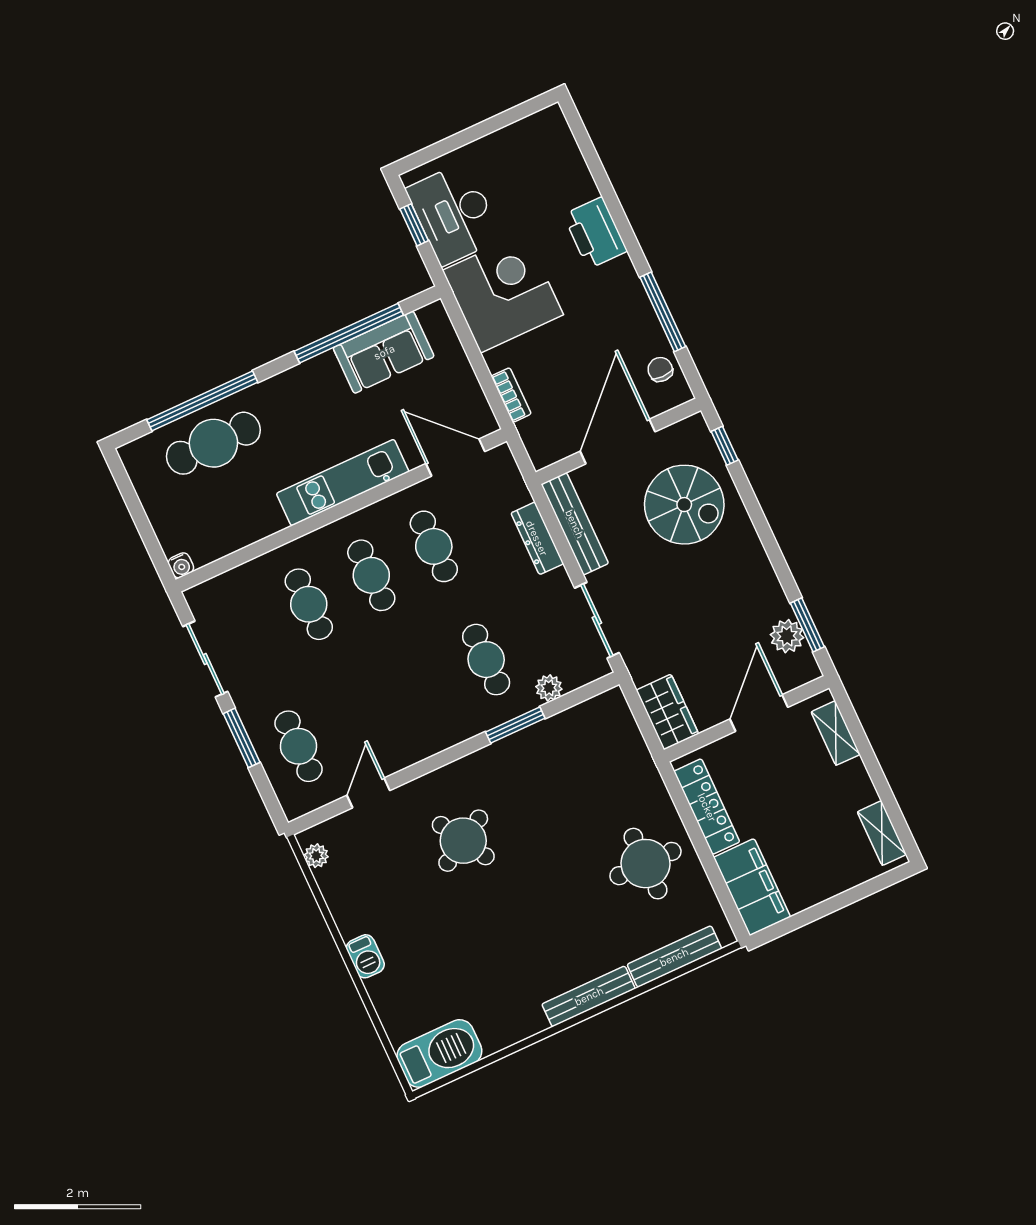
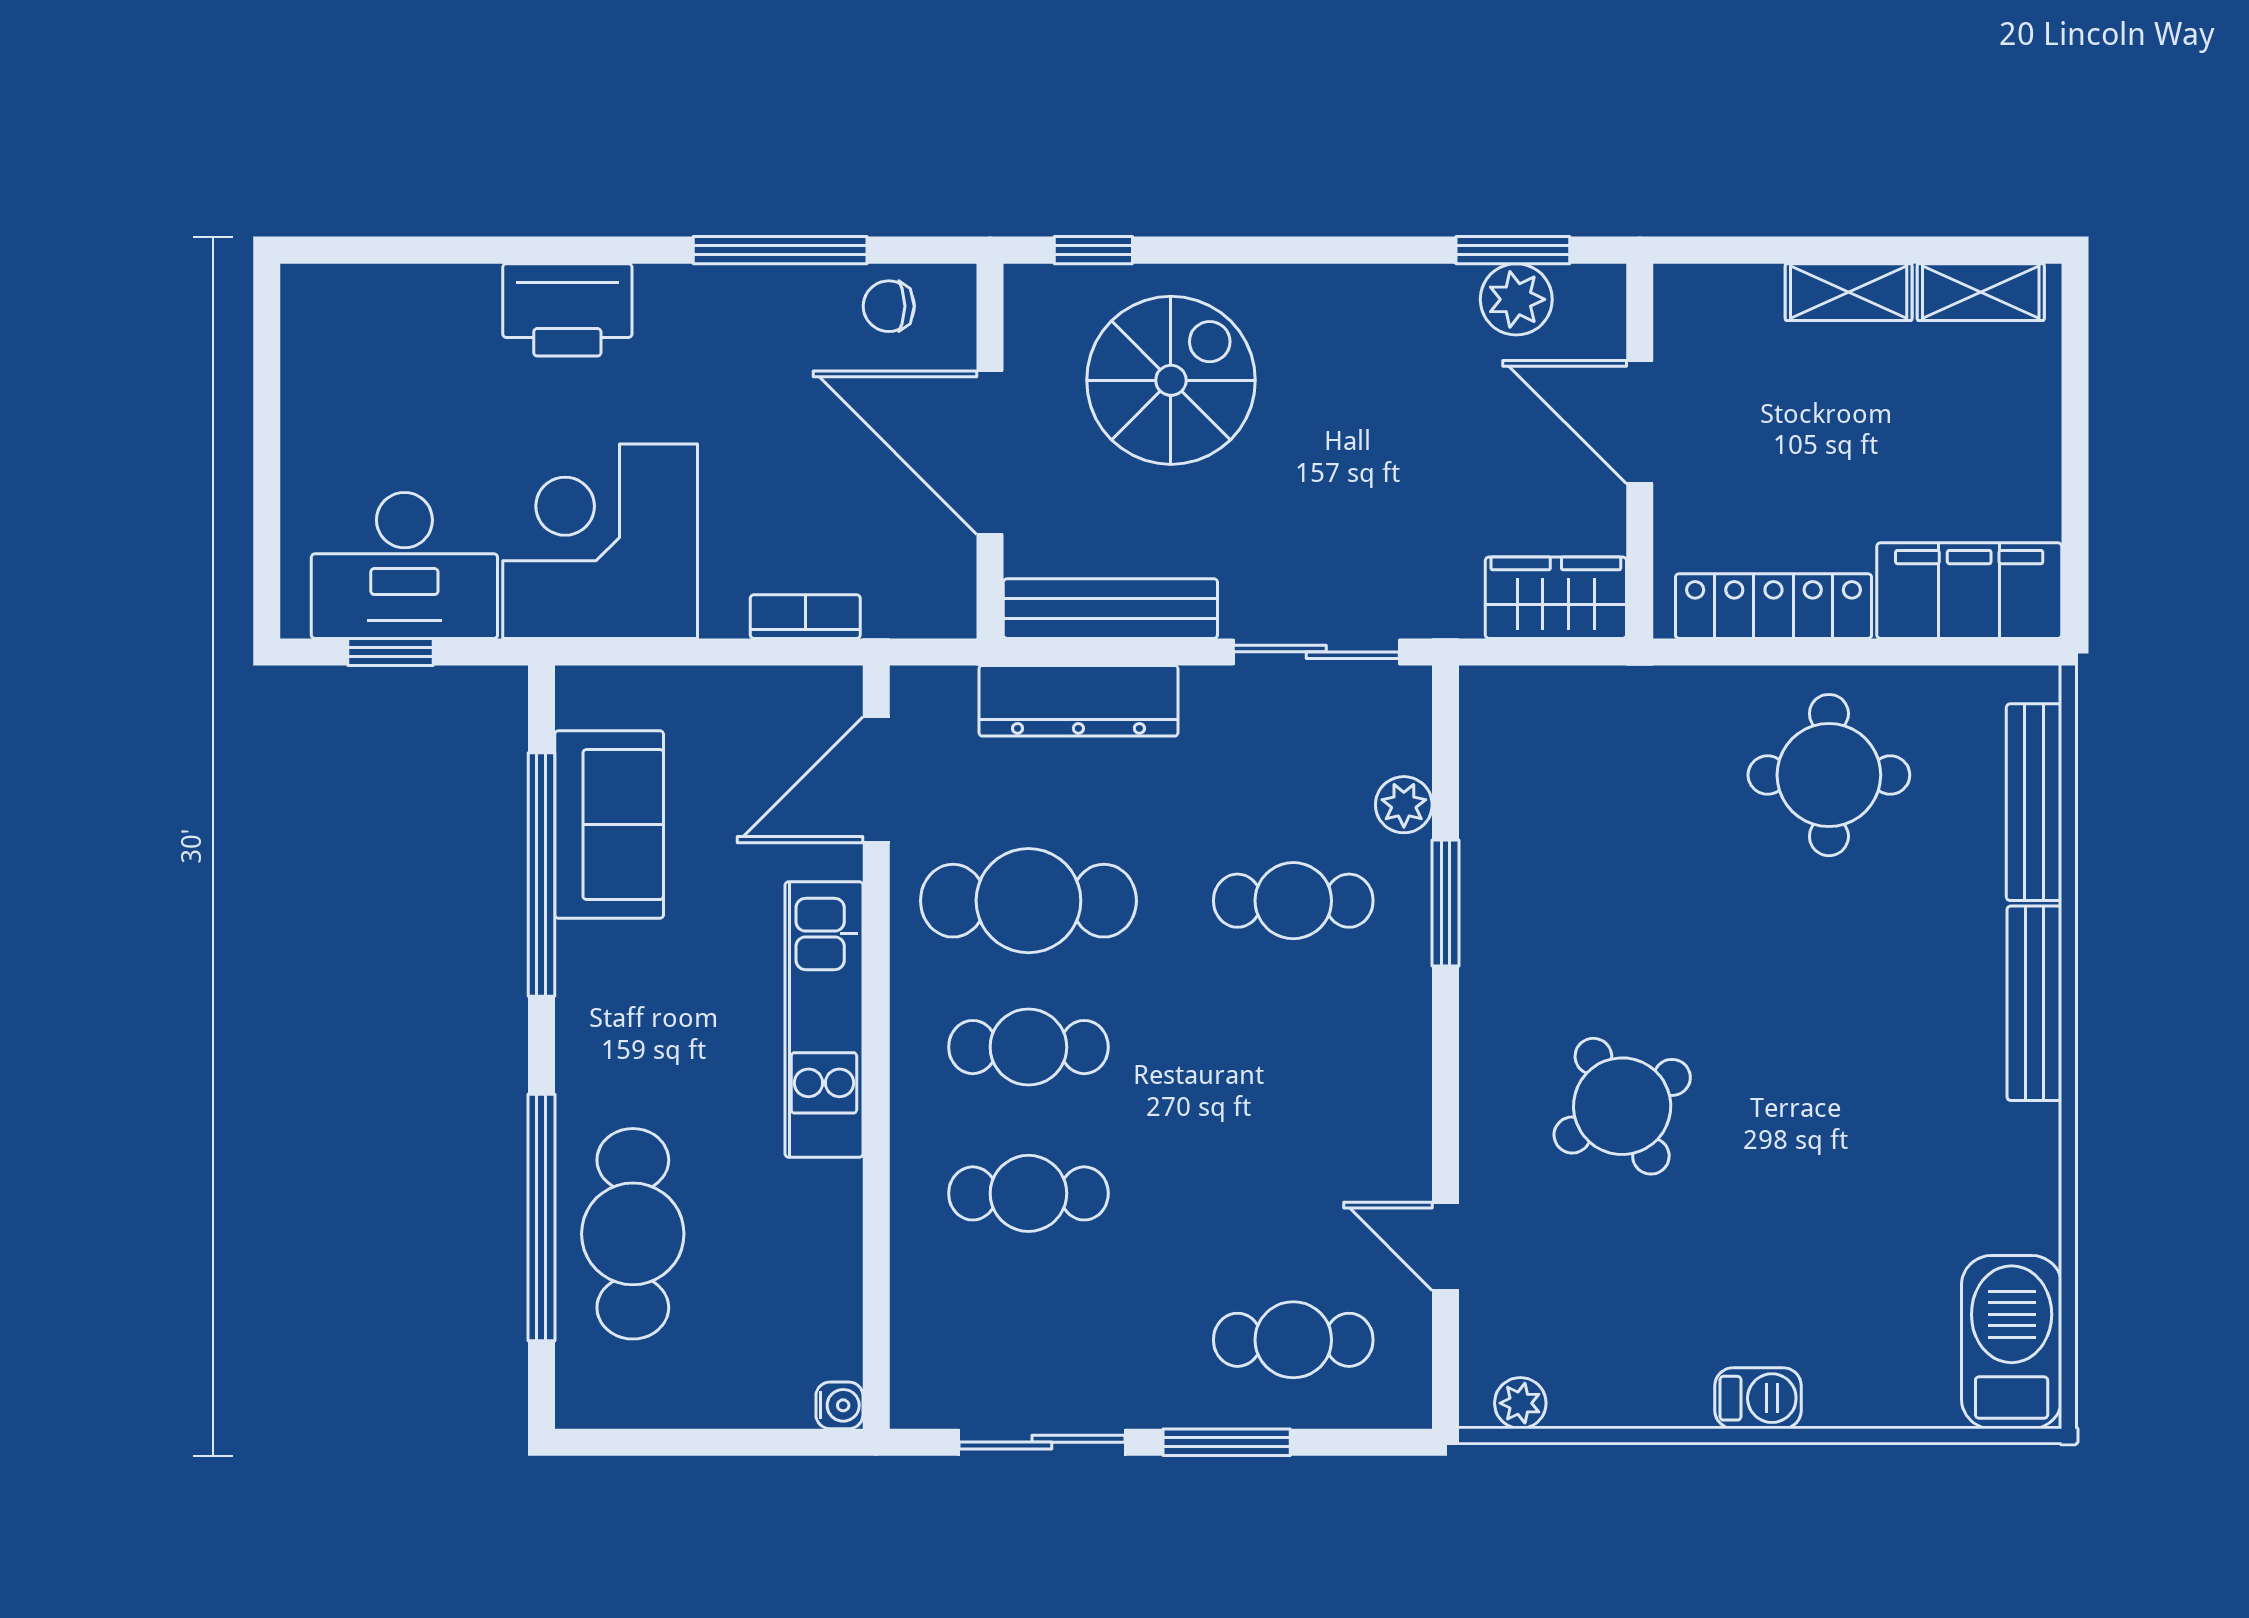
dresser: (537, 538) -> (1078, 701), width x1.37, depth x1.24
cafe table: (434, 546) -> (1028, 901), width x1.37, depth x1.35
shelving: (836, 733) -> (1849, 292), moved

